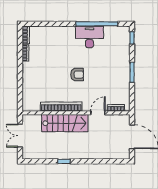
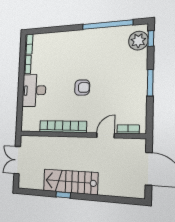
desk: (89, 37) -> (34, 90), moved, turned -90
plant: (122, 39) -> (138, 41), added
stairs: (65, 123) -> (70, 182), moved, turned 180

